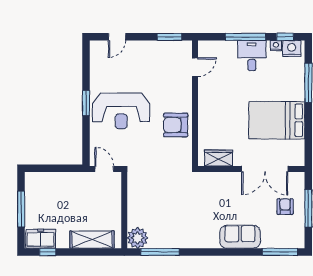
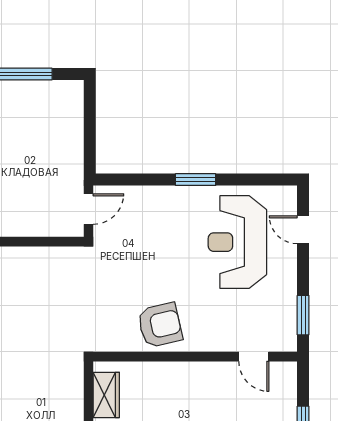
reception desk: (121, 111) -> (237, 242), moved
armchair: (176, 125) -> (160, 325), turned 77

